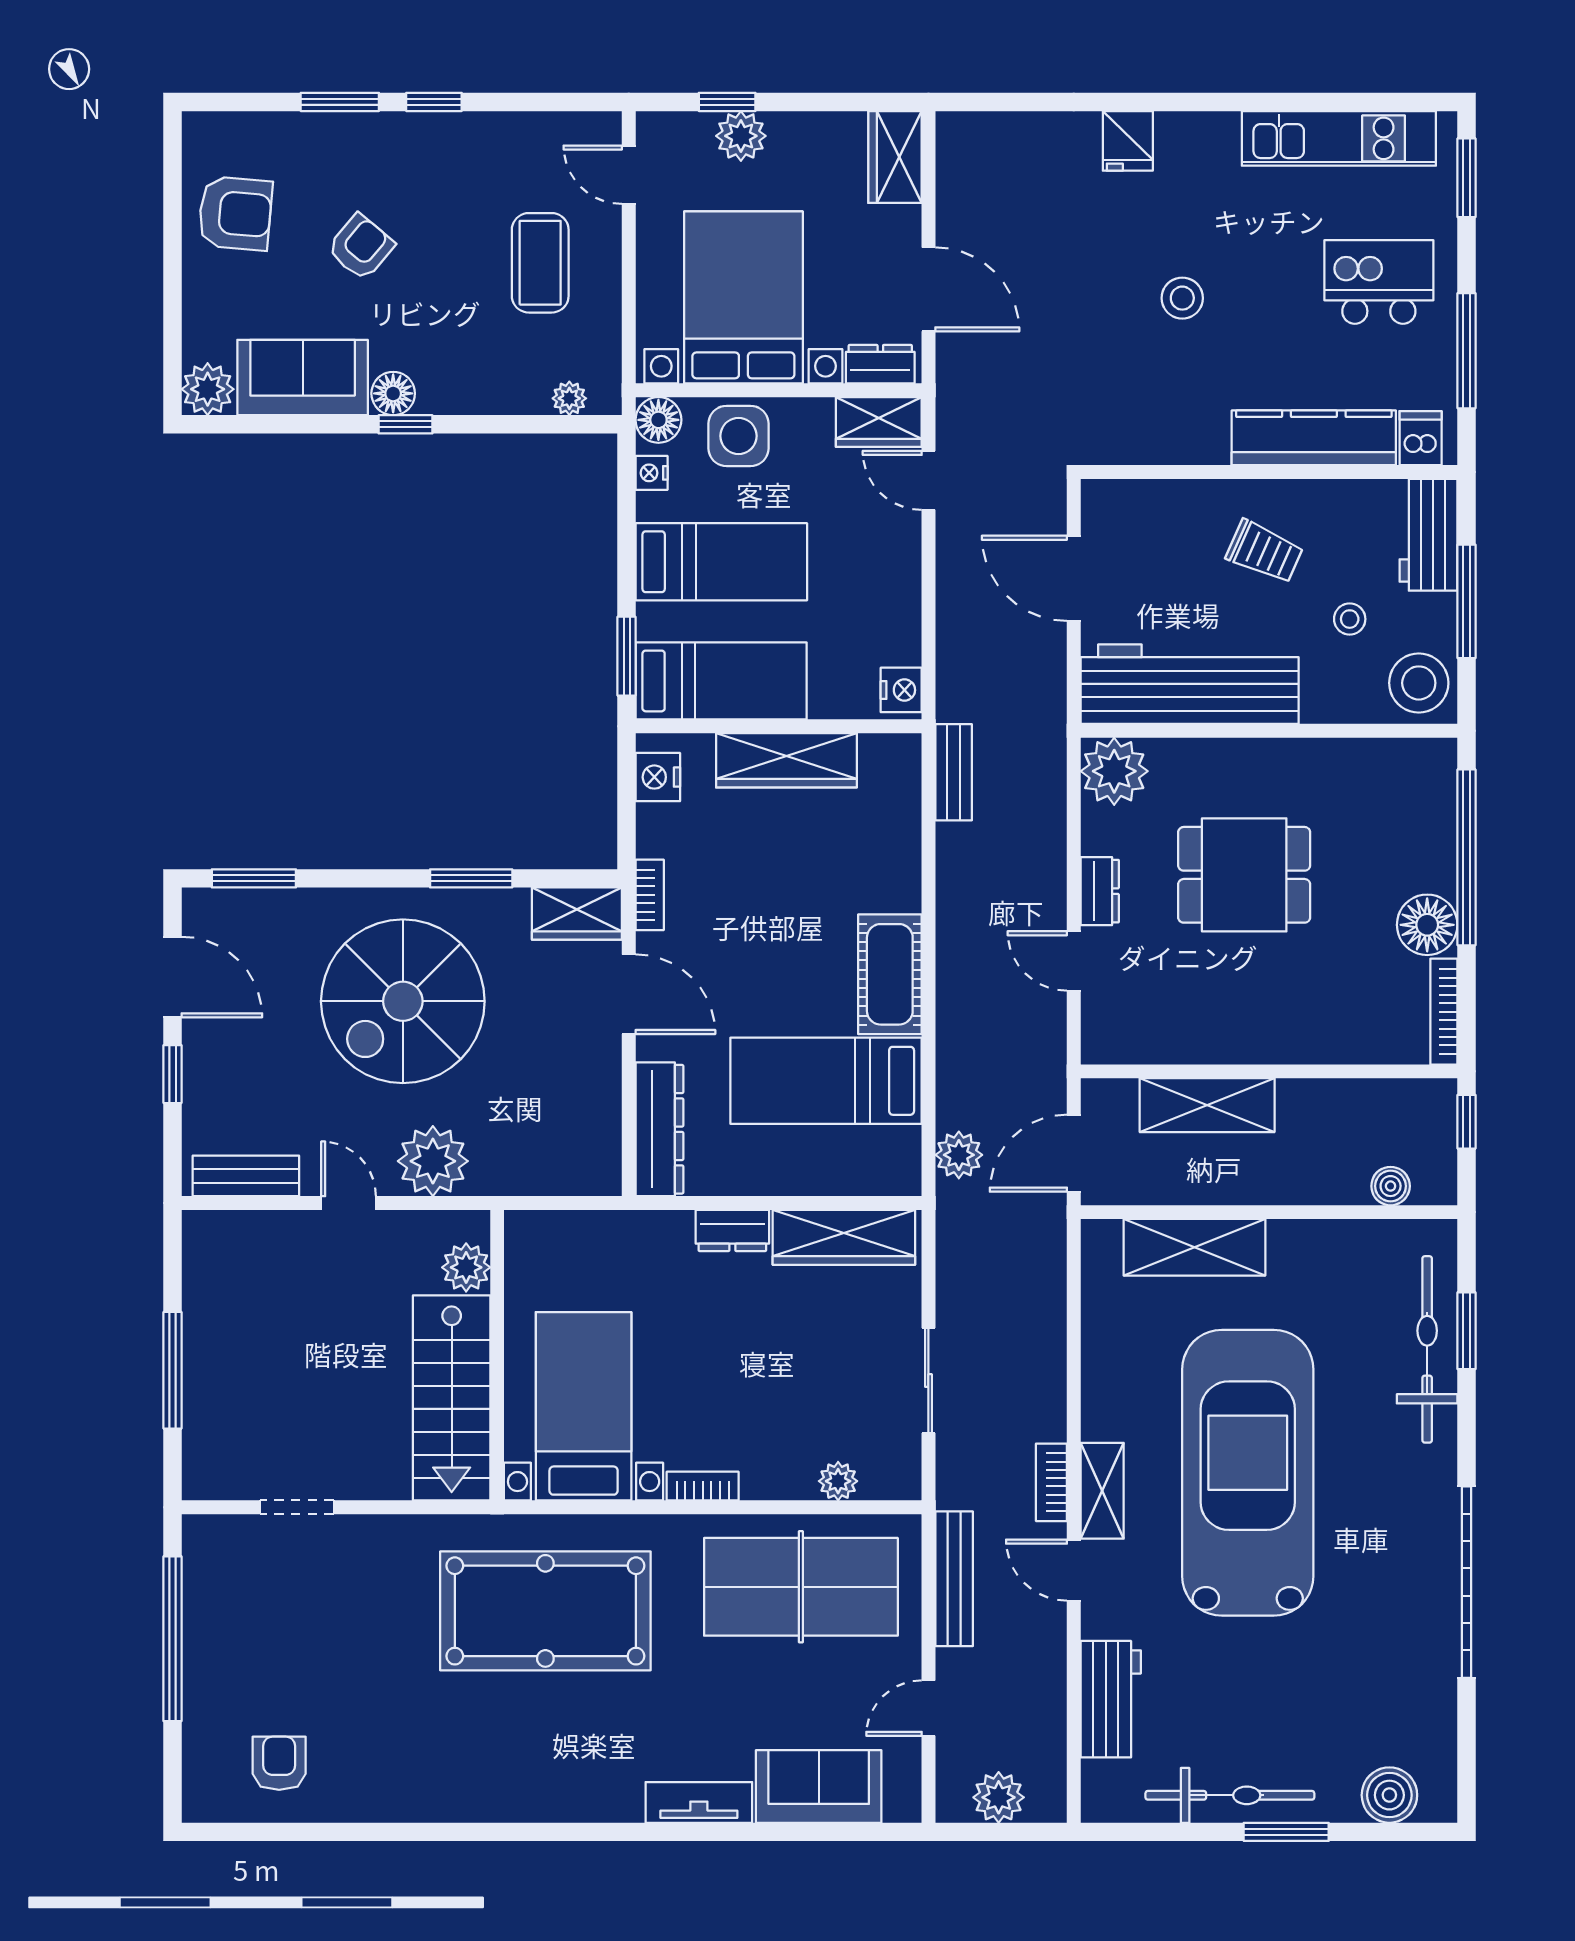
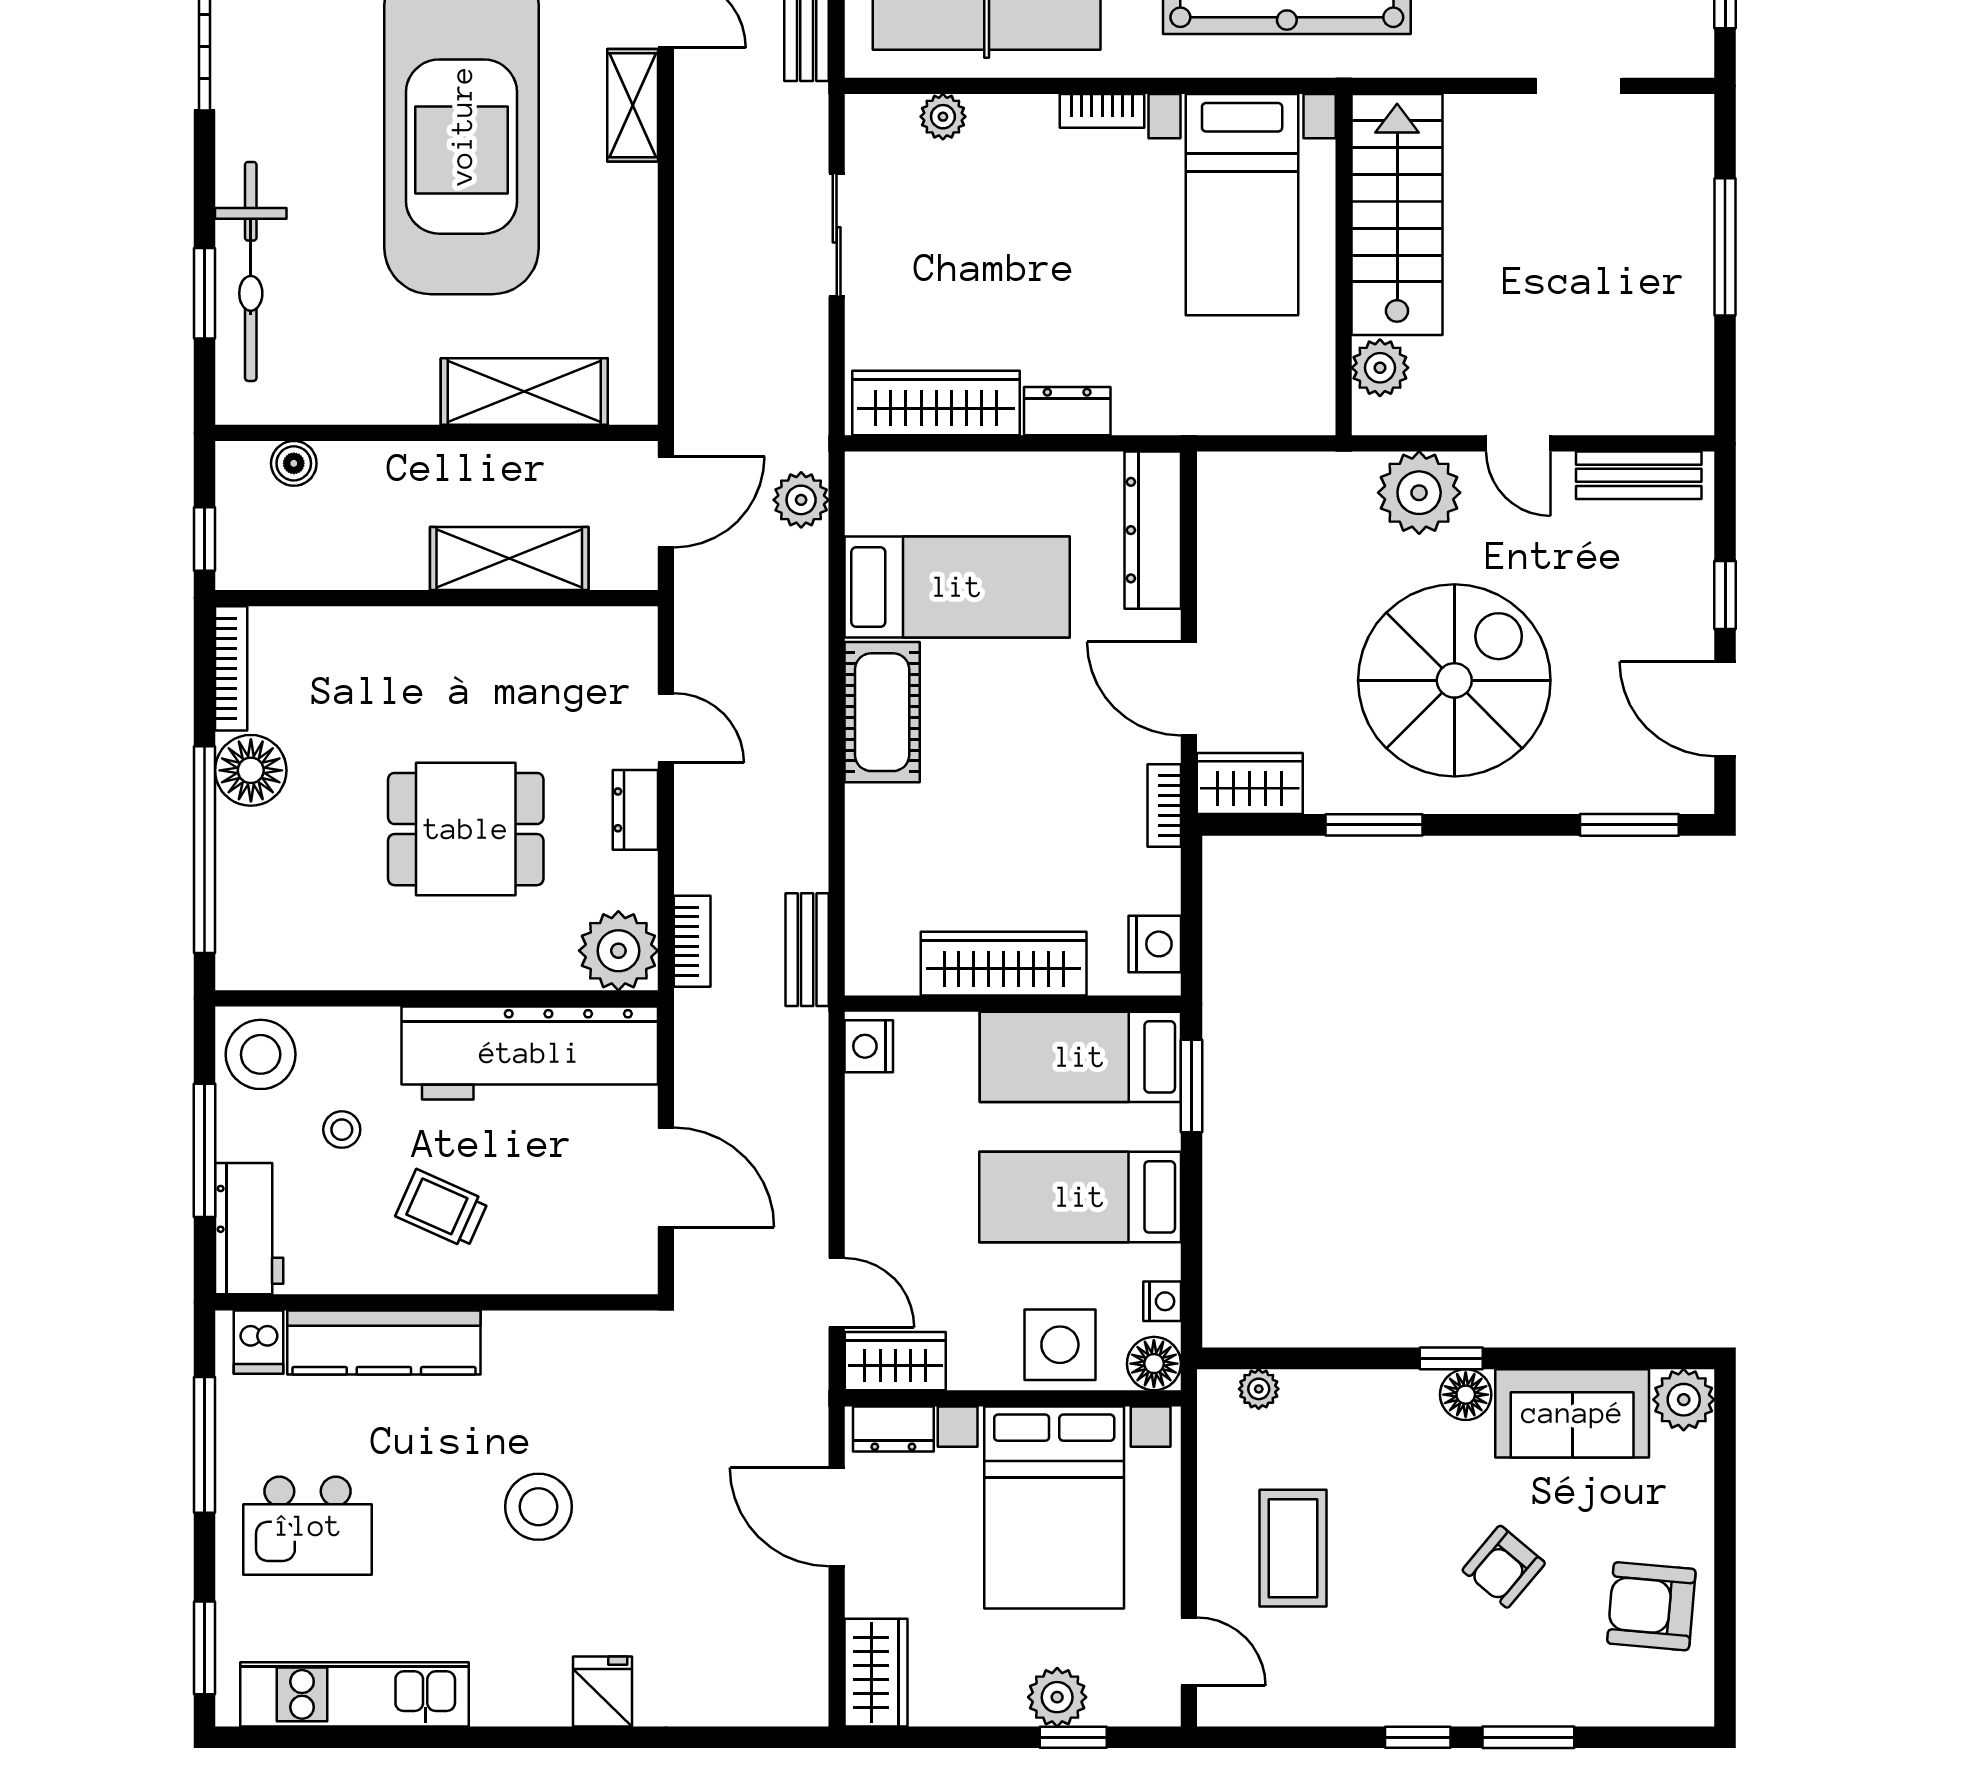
stool: (1182, 298) -> (539, 1507), width x1.38, depth x1.38
bookcase: (1051, 1482) -> (692, 941), moved

